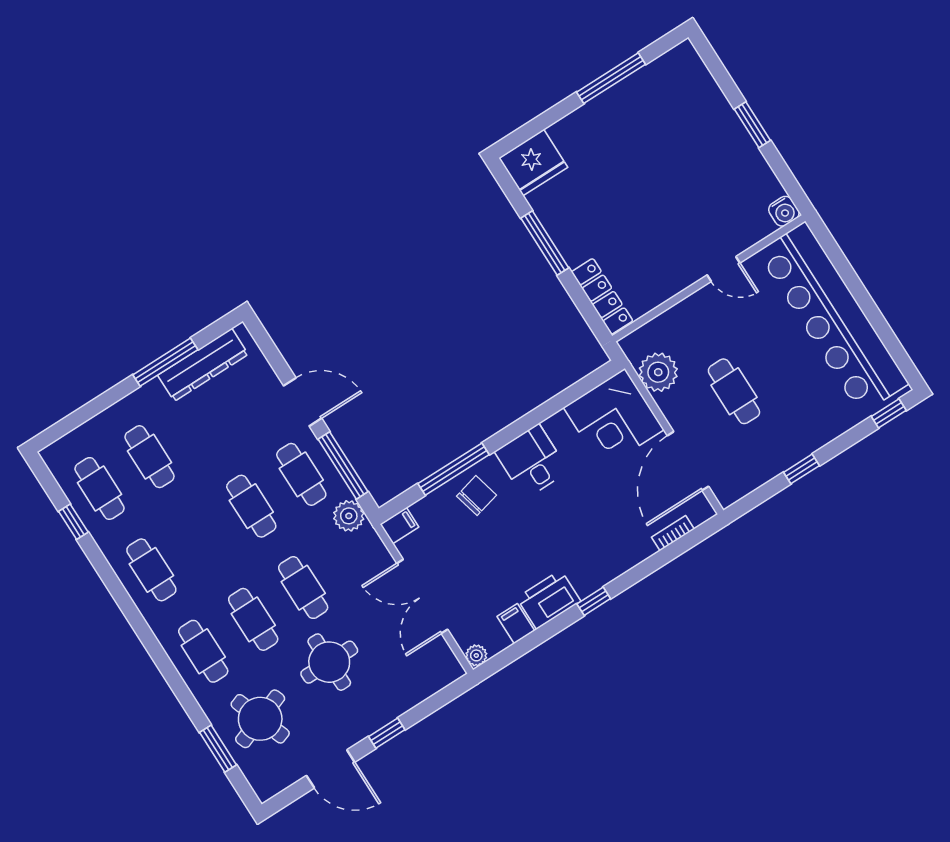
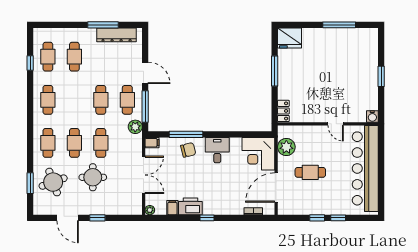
locker: (602, 296) -> (283, 111), width x0.66
cafe table: (734, 391) -> (310, 172), turned 90
window: (889, 413) -> (338, 218), moved
double door: (422, 596) -> (144, 175), swing flipped

